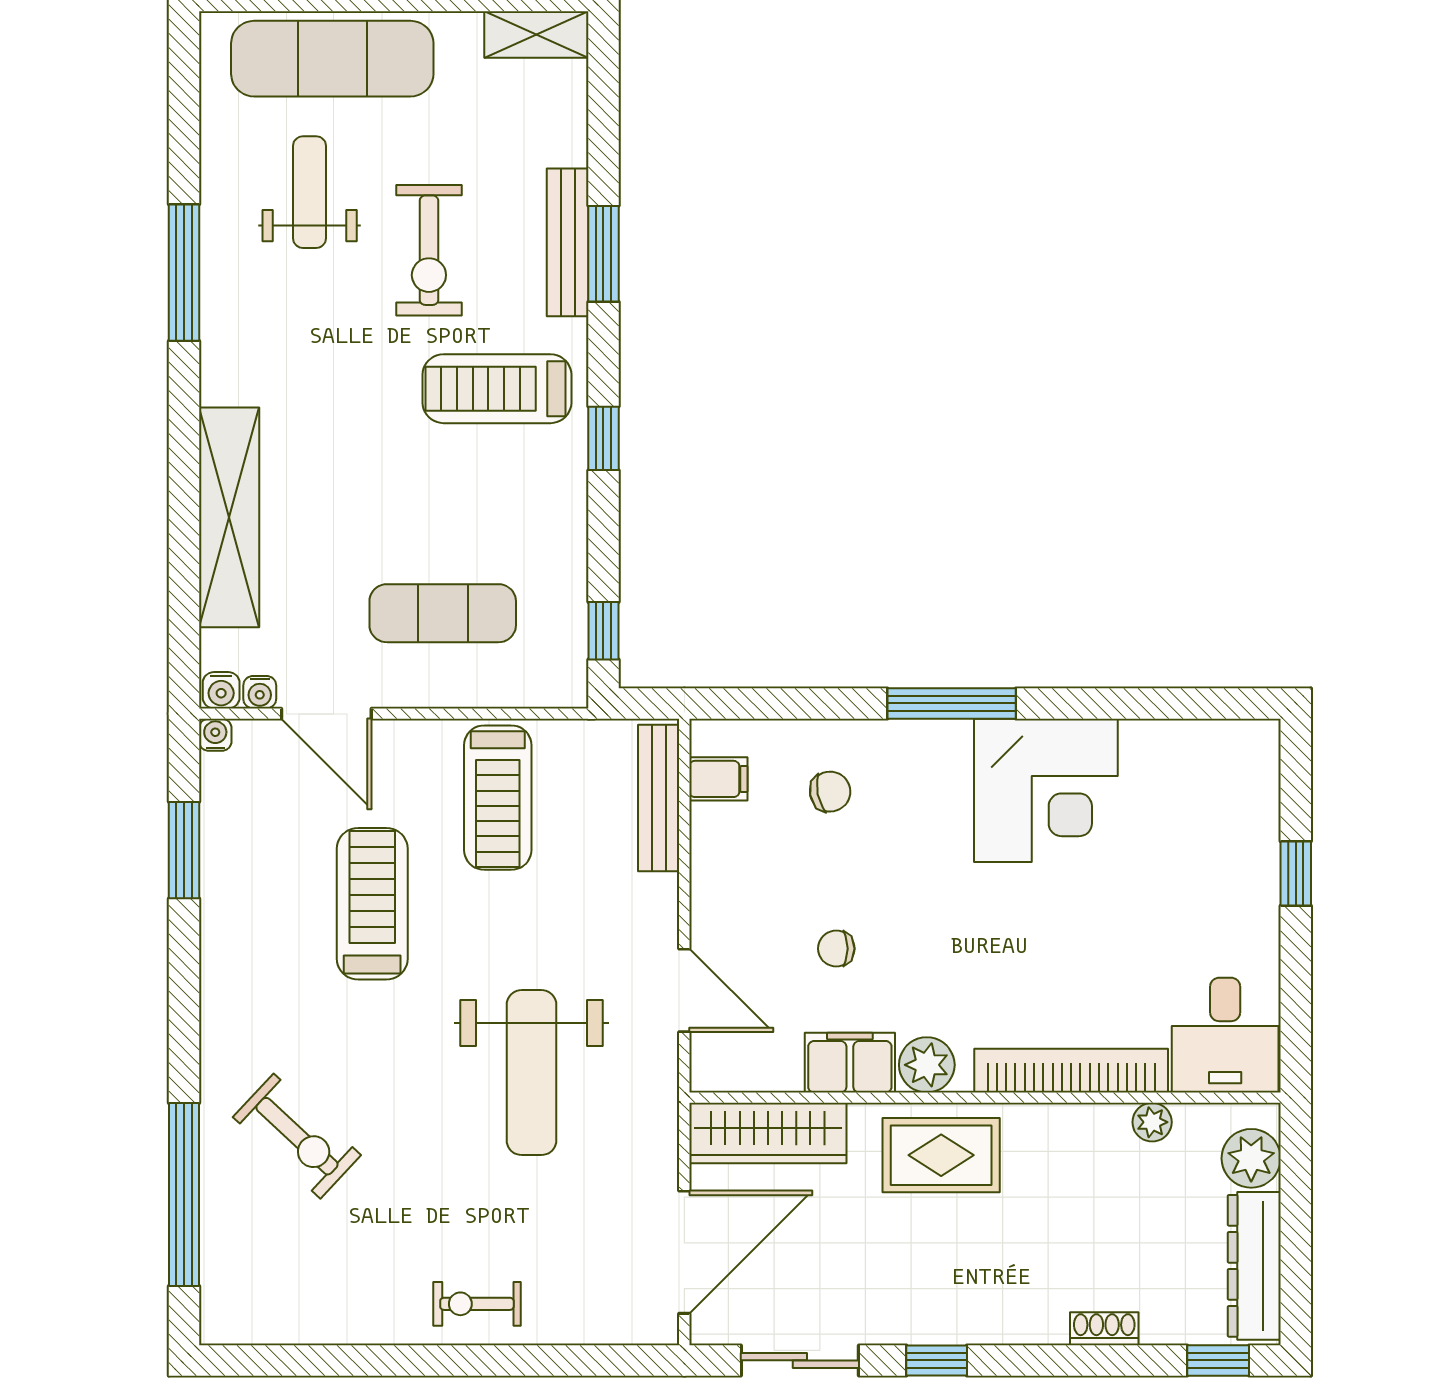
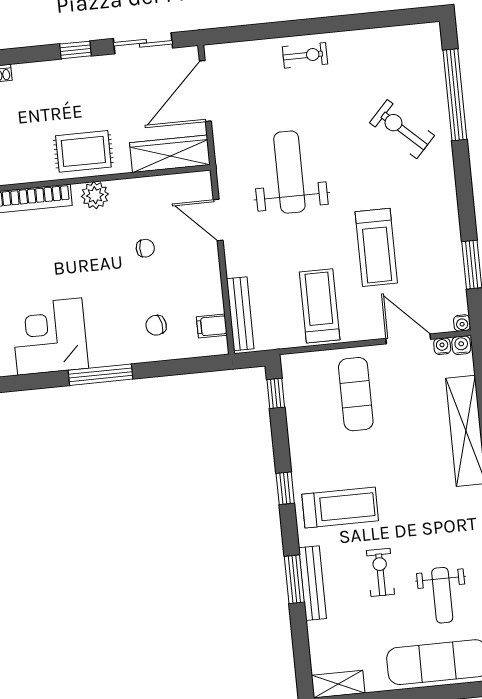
exercise bike: (429, 250) -> (380, 572), width x0.73, depth x0.72
exercise mat: (443, 613) -> (356, 394), turned 90
filing cabinet: (850, 1063) -> (133, 193), removed

